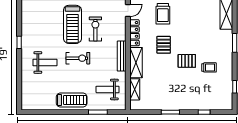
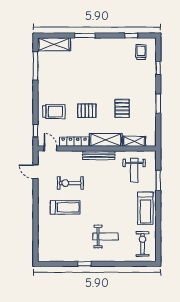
treadmill: (72, 24) -> (65, 207), width x0.73, depth x0.73
exercise bike: (78, 58) -> (142, 244), moved
pallet: (187, 61) -> (122, 109), moved
weight bench: (45, 62) -> (106, 237), turned 90
trolley: (209, 67) -> (141, 52), moved
treadmill: (72, 100) -> (145, 208), turned 180

